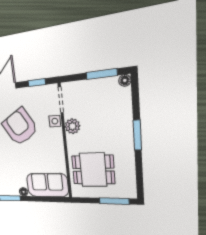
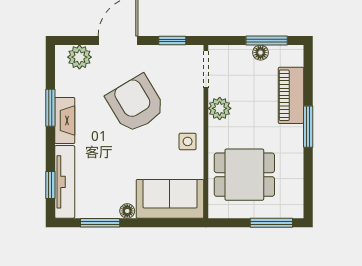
floor lamp: (125, 80) -> (260, 53), moved
piano: (123, 113) -> (291, 95), added
side table: (55, 121) -> (188, 141), moved

